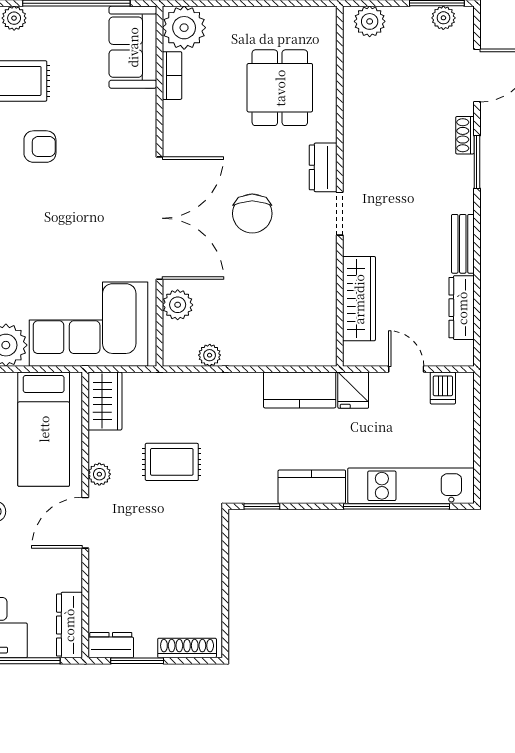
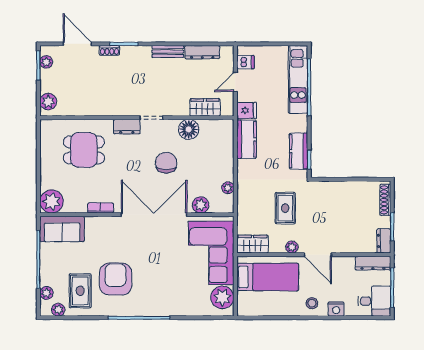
bookcase: (172, 76) -> (101, 208), moved
armchair: (40, 147) -> (116, 279), width x1.88, depth x1.88
chair: (252, 214) -> (166, 163), moved, turned -90
floor lamp: (318, 282) -> (189, 129), added
wardrobe: (359, 299) -> (205, 107), width x0.67
kitchen counter: (312, 487) -> (299, 151), moved

